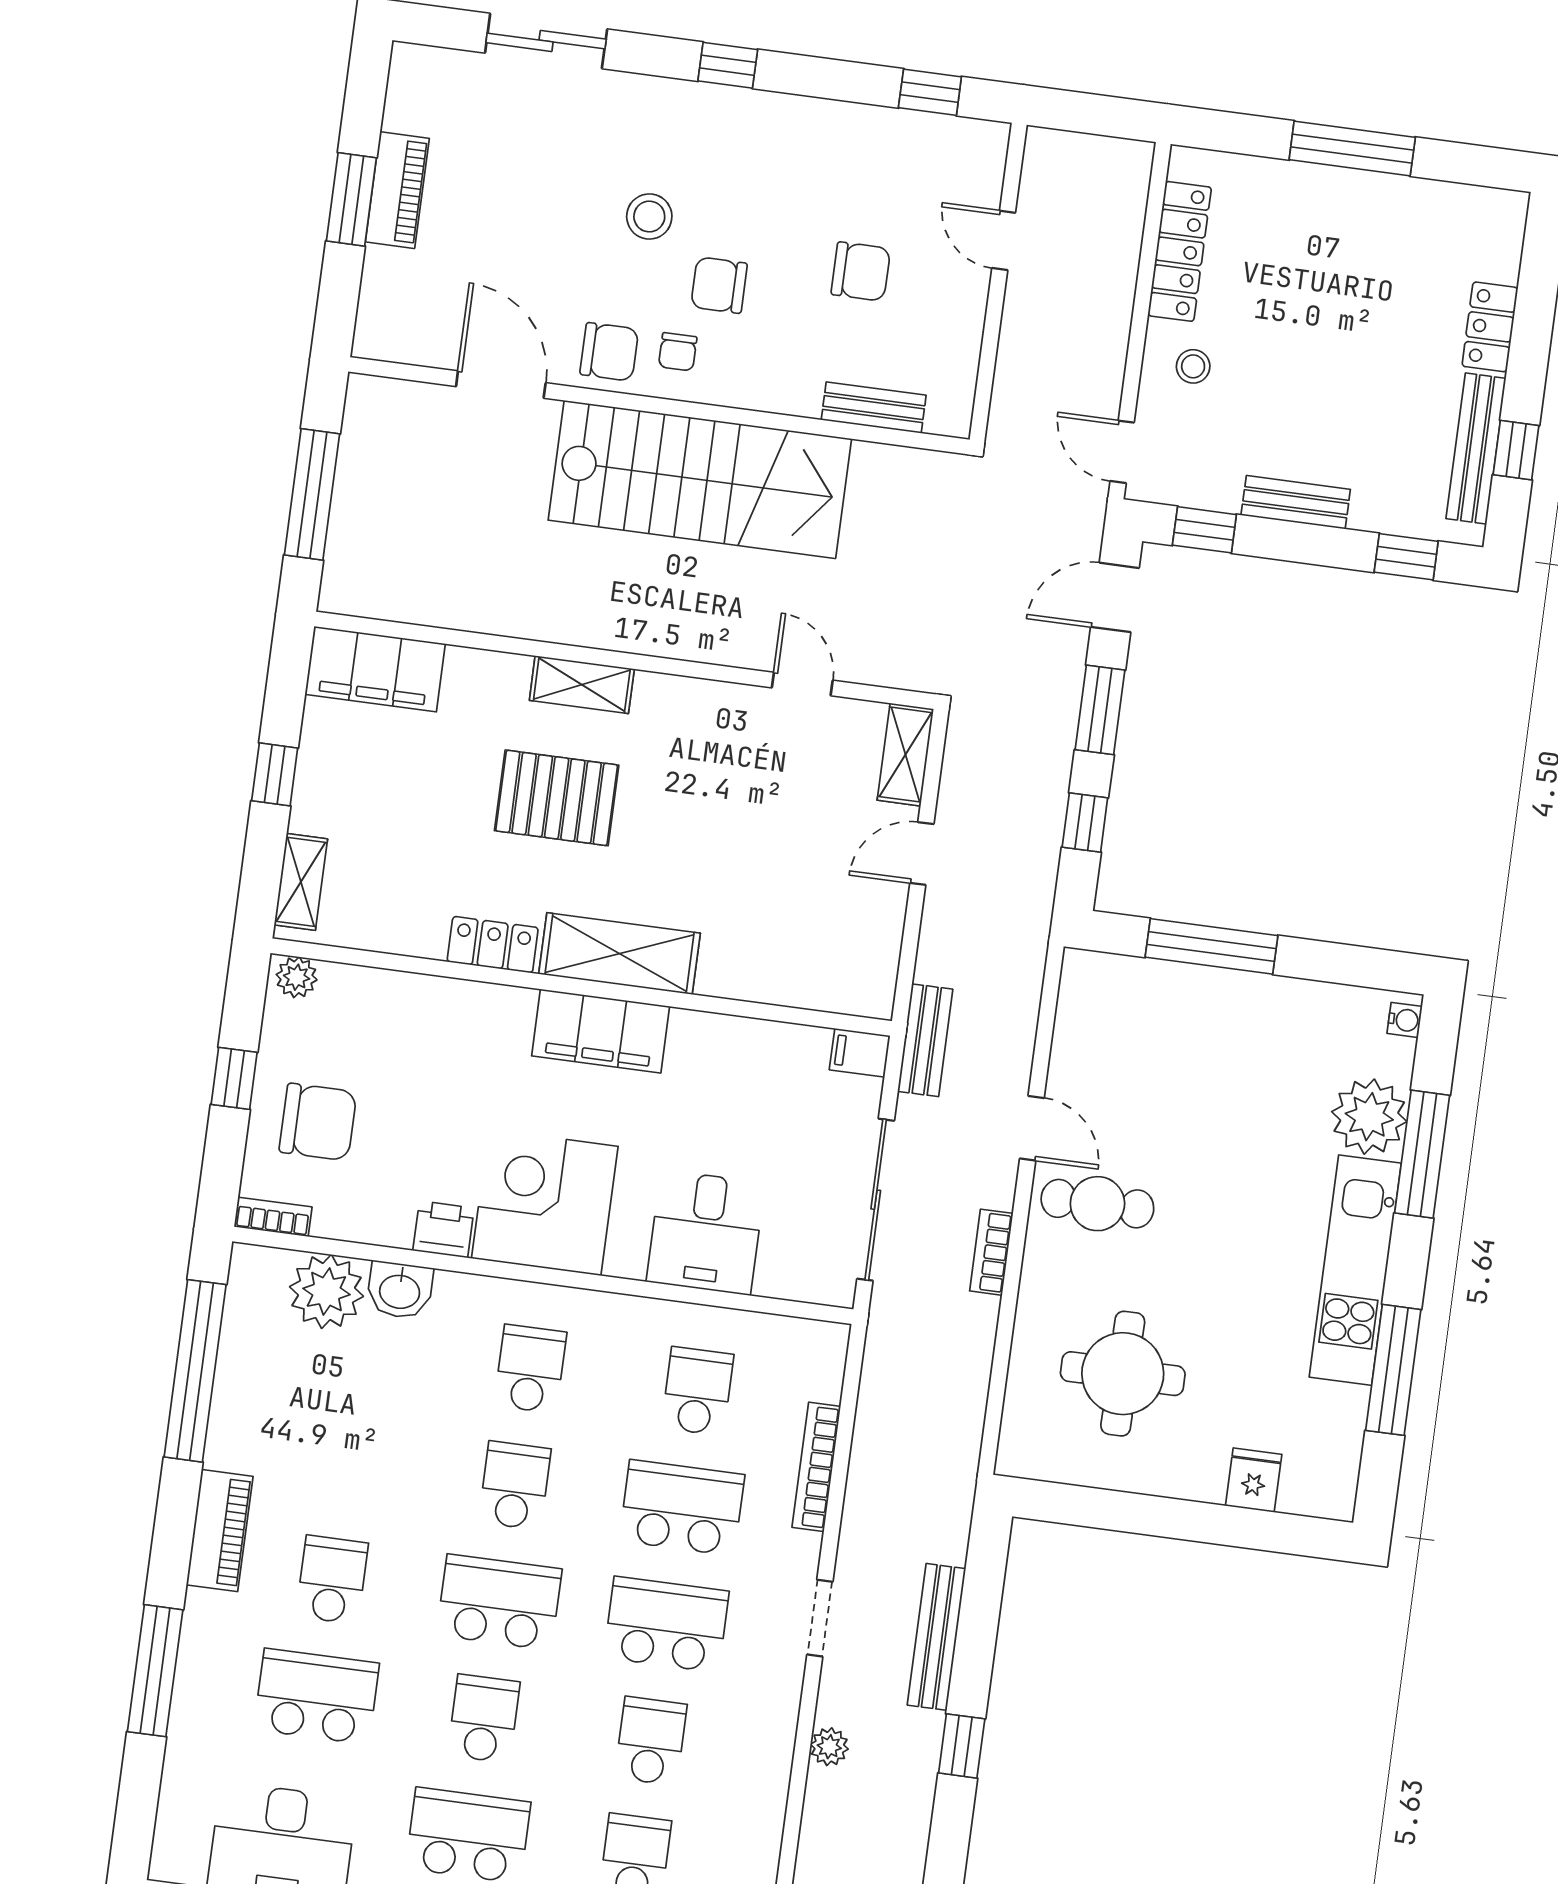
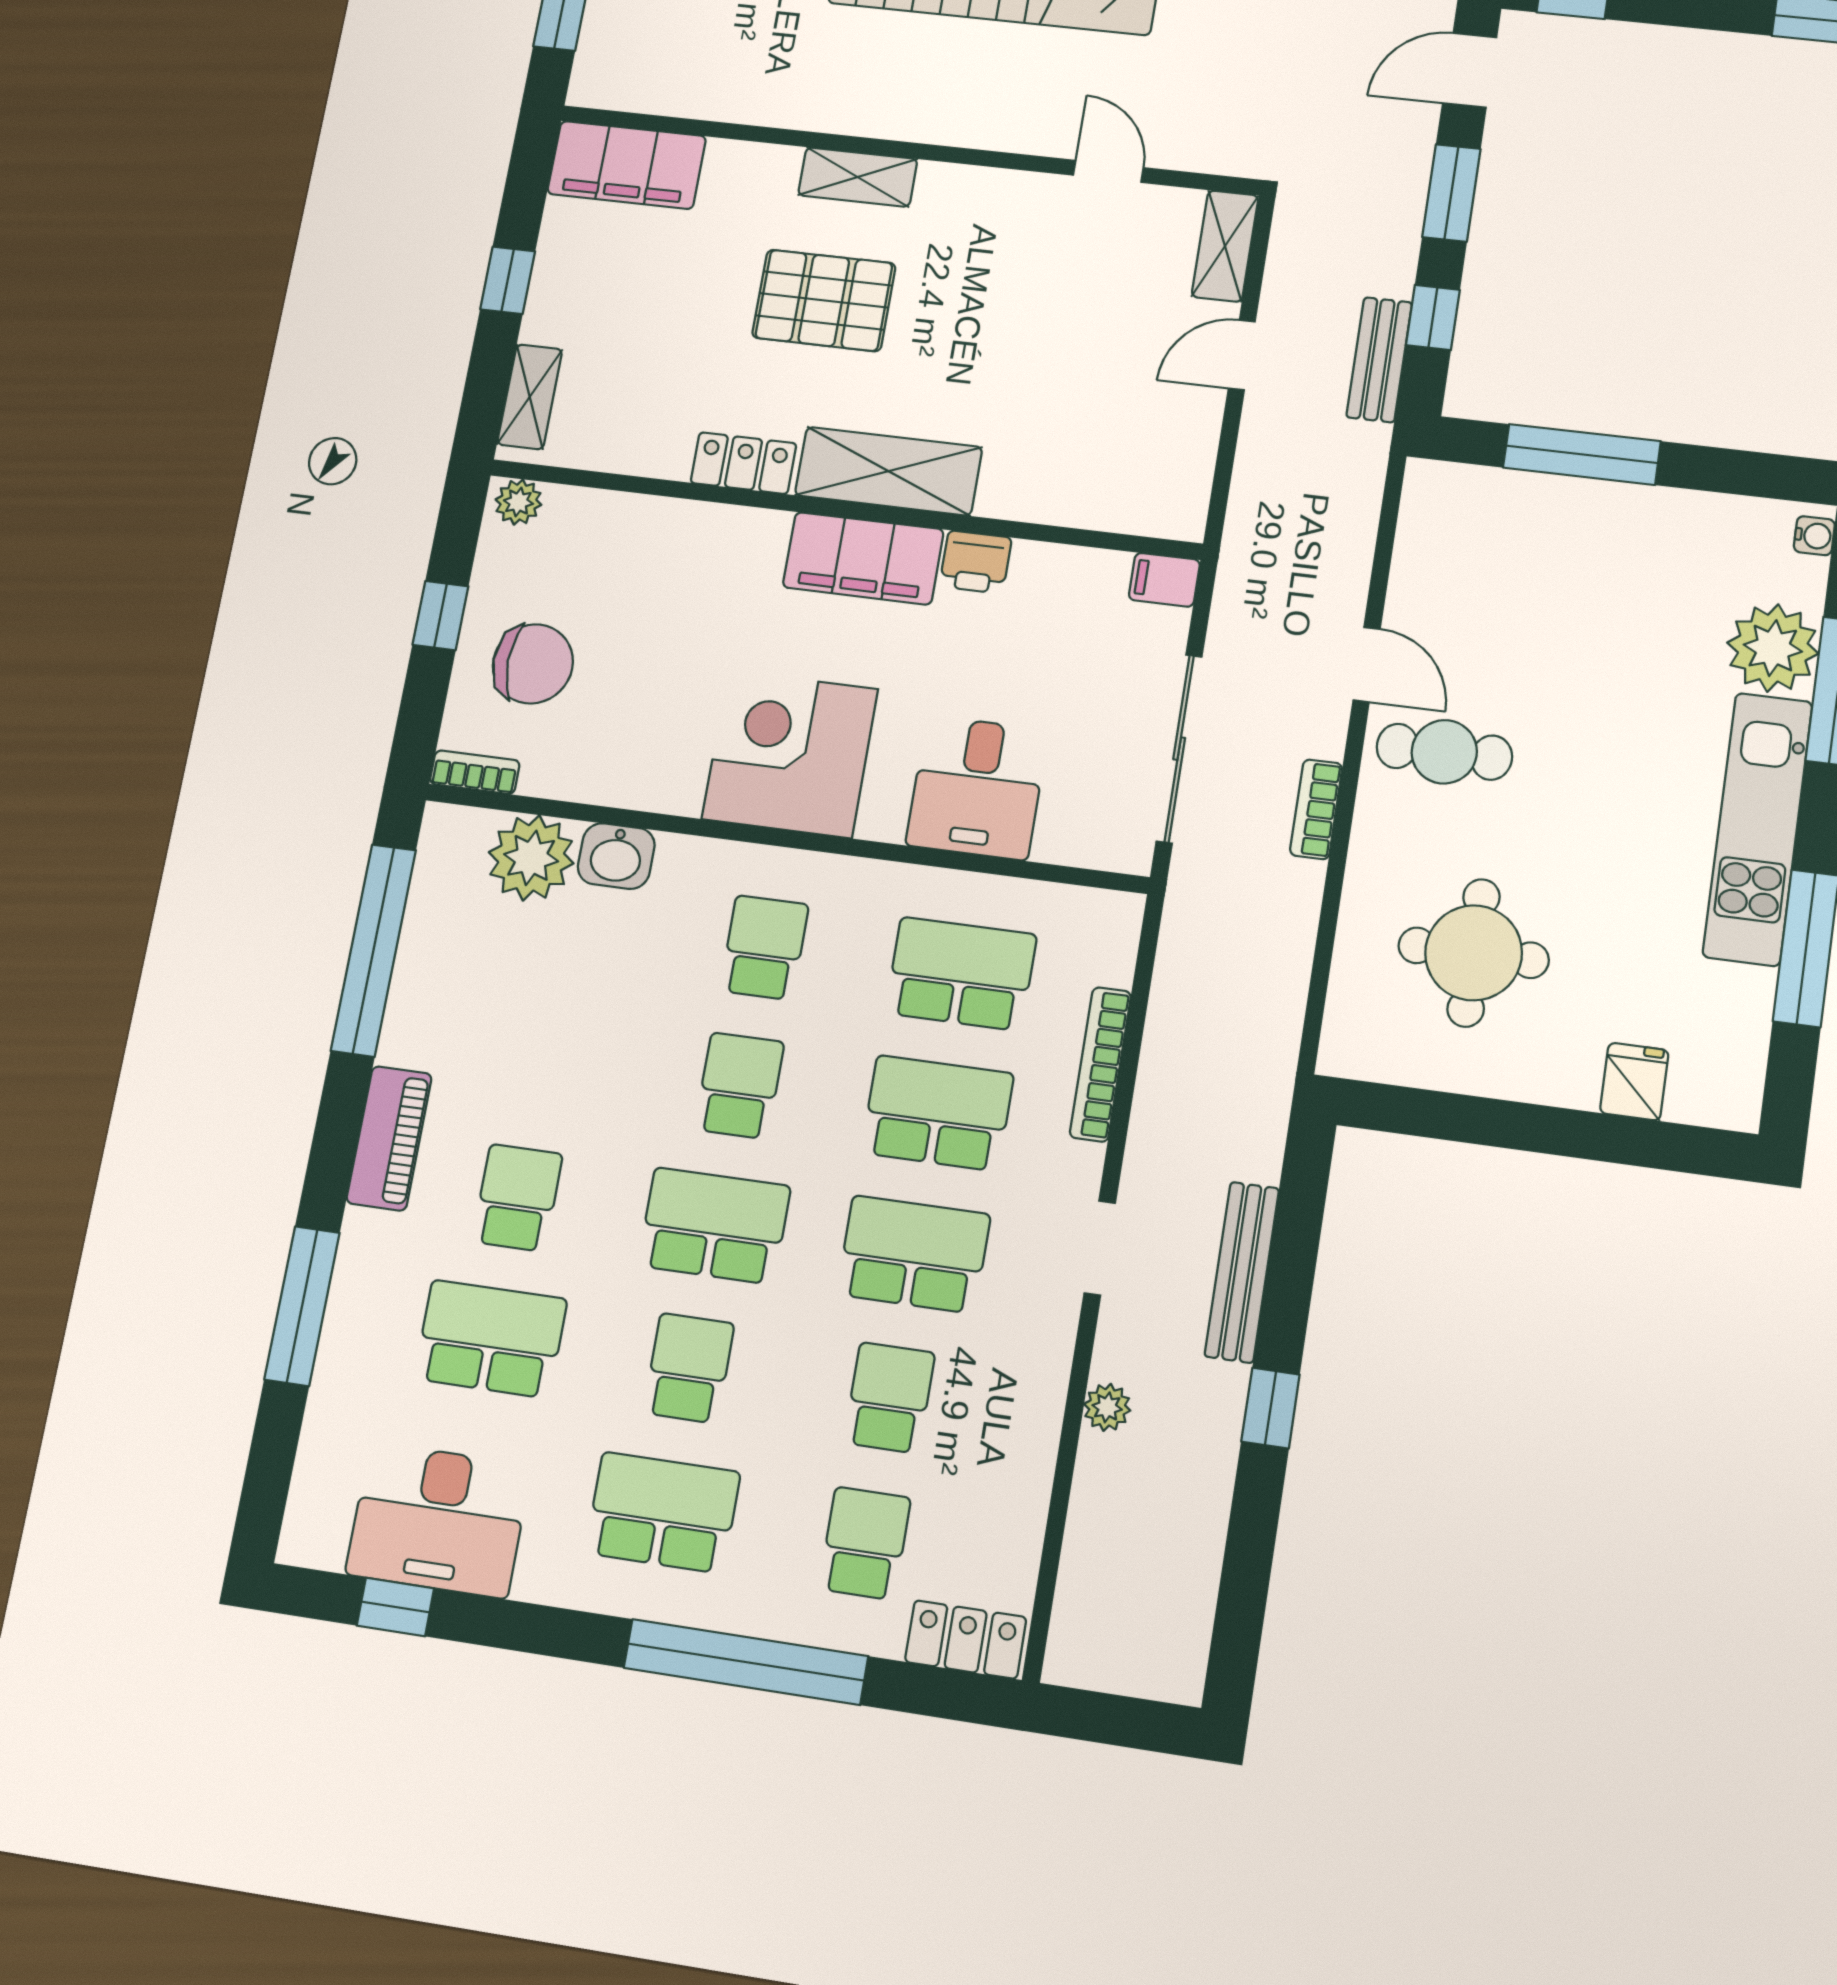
bench: (925, 1040) -> (1379, 360), moved
printer: (443, 1229) -> (976, 562), moved, turned 180
school desk: (697, 1391) -> (961, 974), width x1.85

